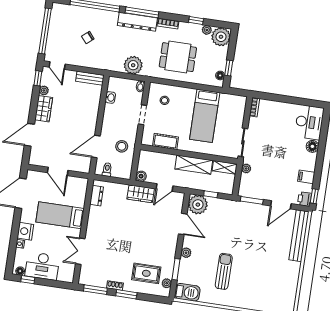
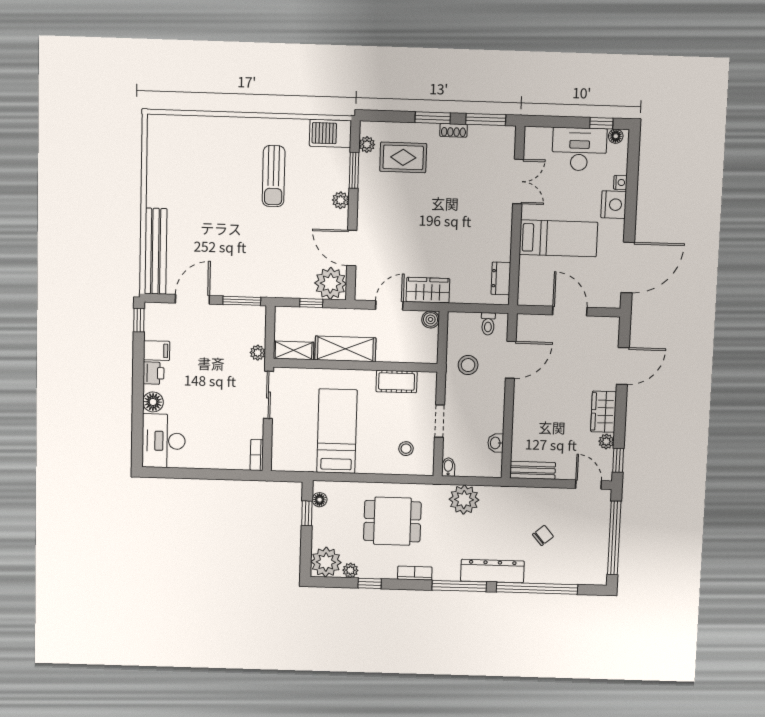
dresser: (137, 22) -> (492, 571), moved
printer: (305, 199) -> (153, 373), moved

